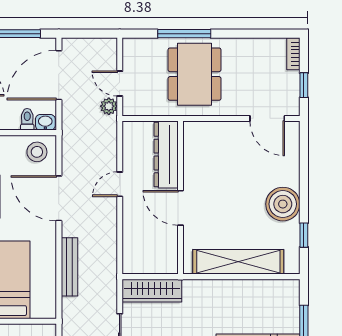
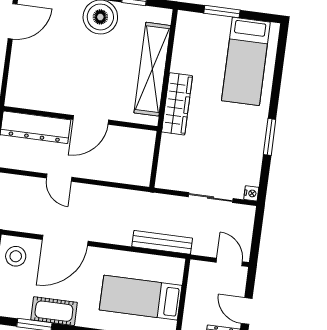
bench: (70, 267) -> (162, 242), moved
wardrobe: (152, 291) -> (177, 104), moved

